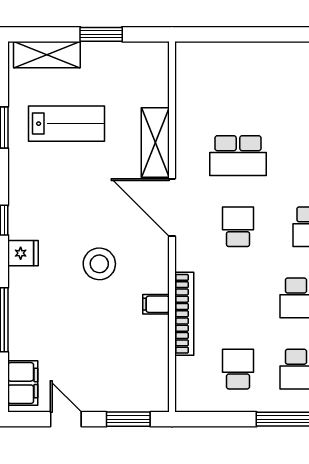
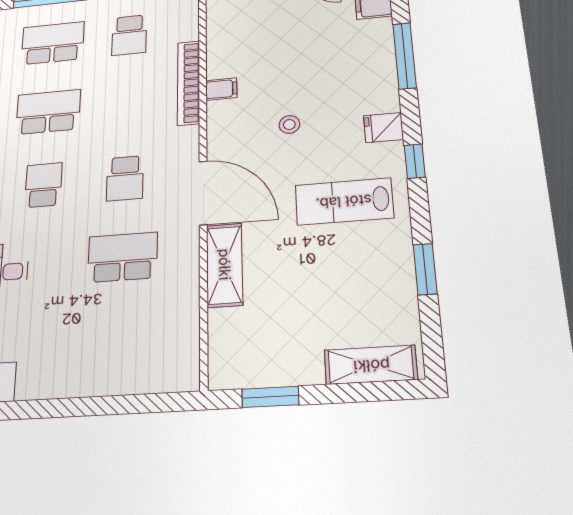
window: (101, 34) -> (270, 397), moved
lab bench: (67, 124) -> (344, 201), moved
stool: (99, 264) -> (289, 124), width x0.53, depth x0.53

